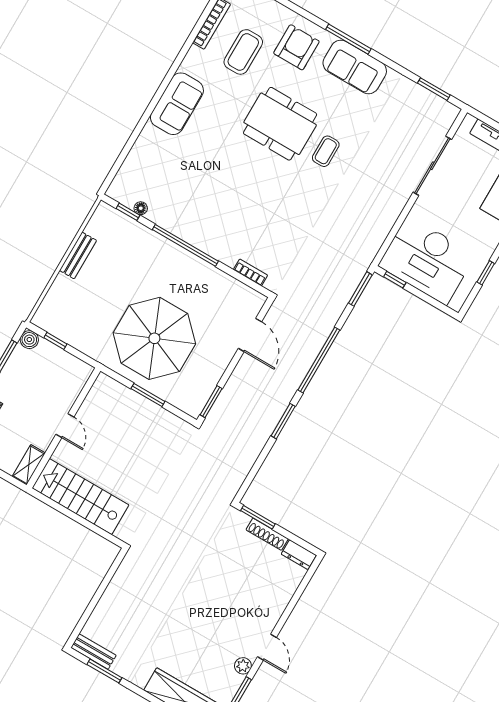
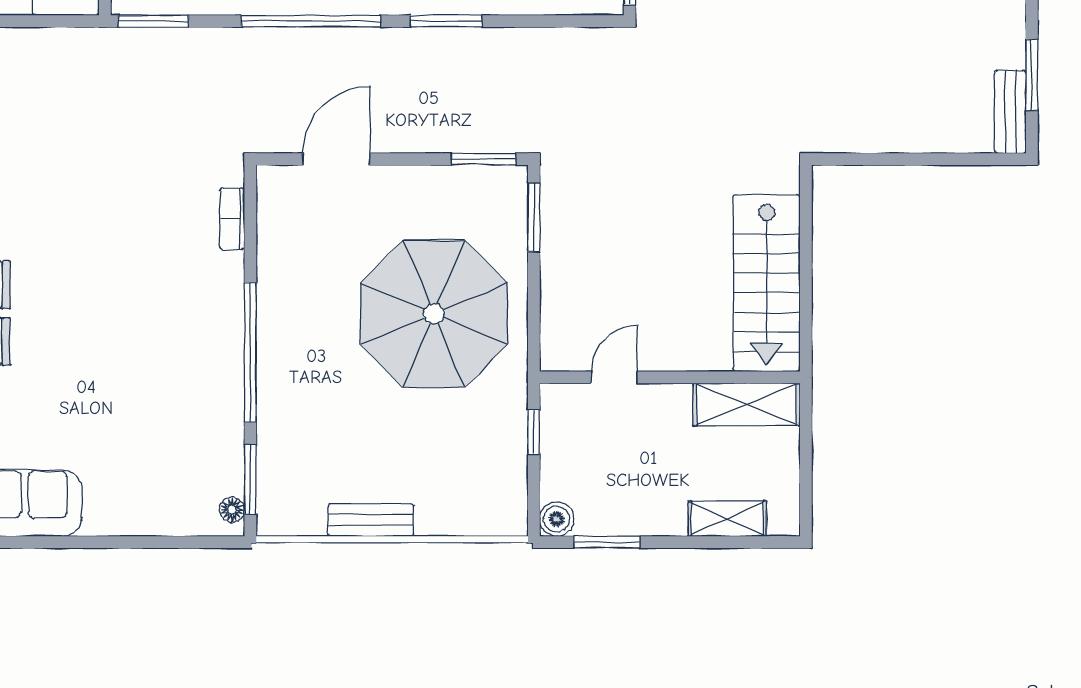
floor lamp: (141, 208) -> (232, 510), moved
window: (128, 212) -> (250, 480), width x1.50
window: (55, 341) -> (534, 432), moved
window: (148, 395) -> (534, 217), moved
door: (65, 426) -> (614, 377), moved
shelving: (29, 465) -> (746, 405), width x1.50, depth x1.33

